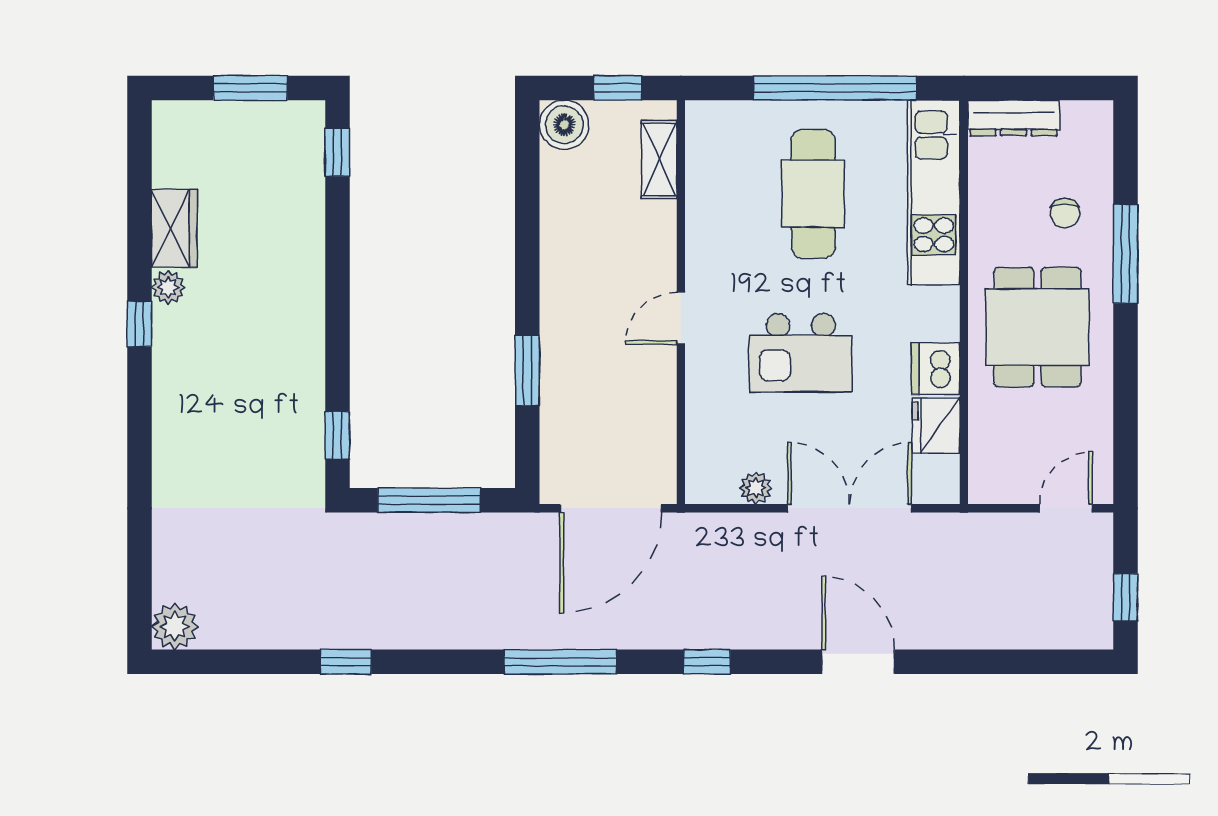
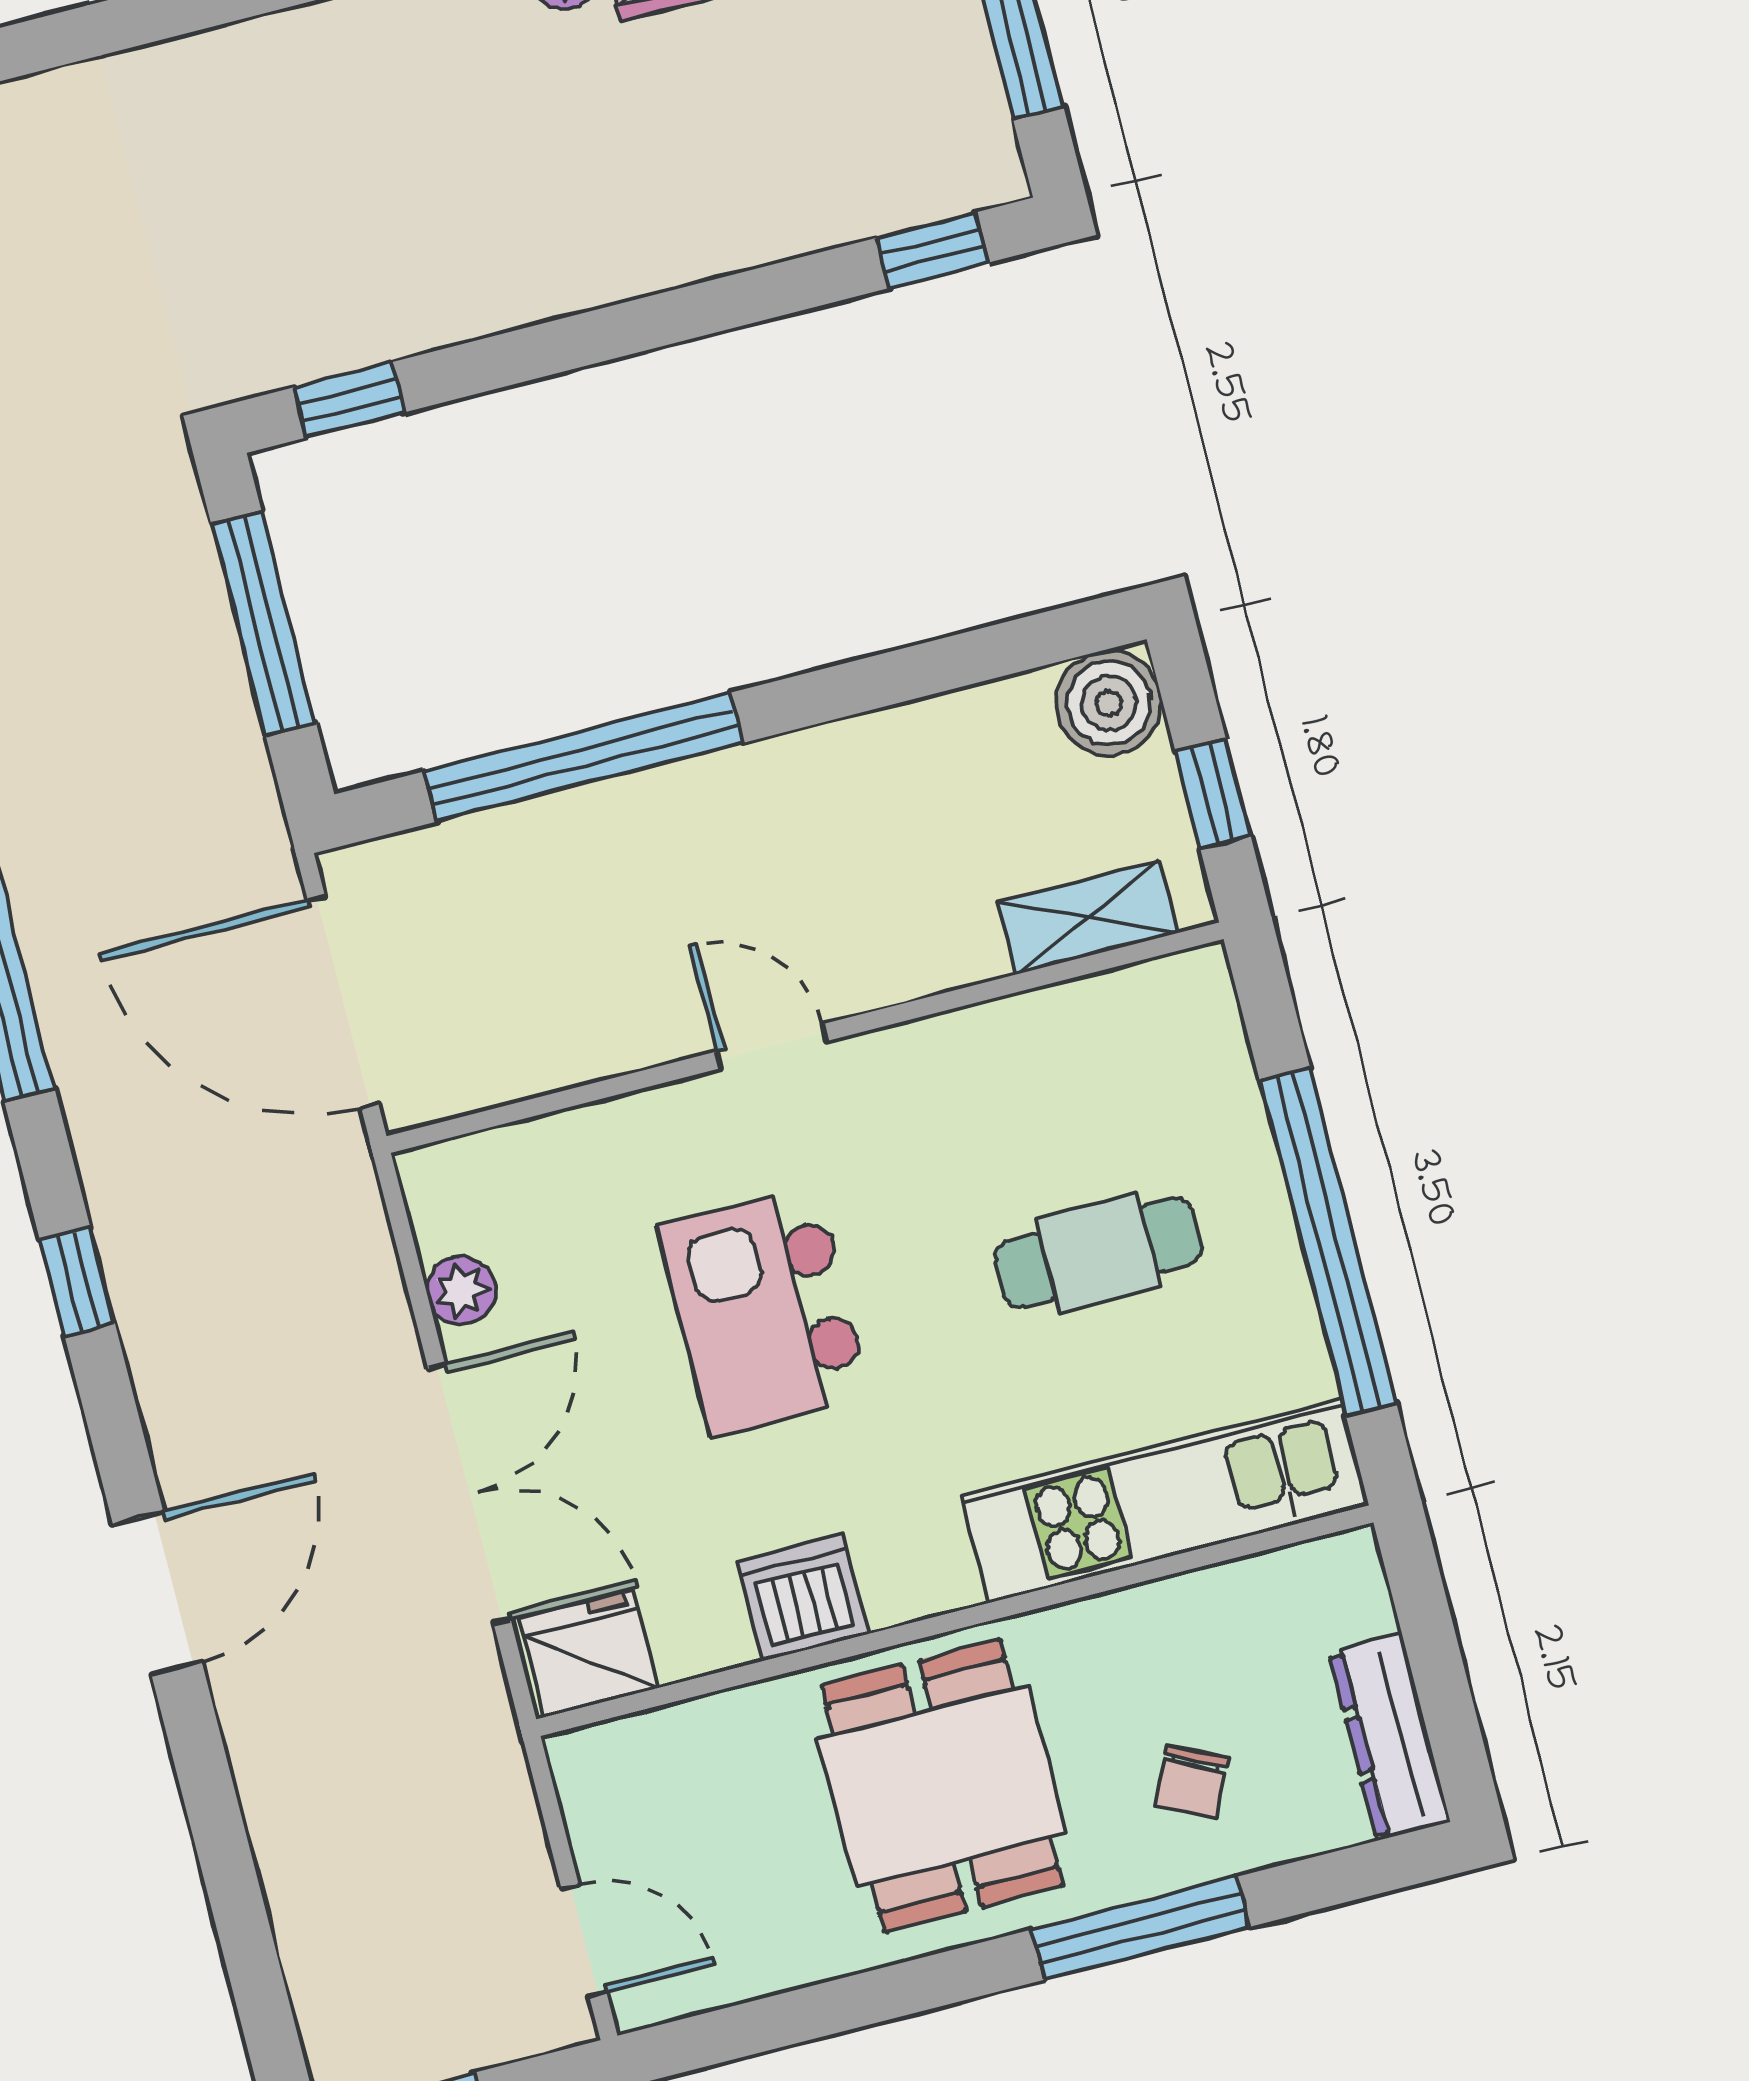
dresser: (1014, 118) -> (1389, 1737), moved
cafe table: (813, 194) -> (1098, 1253), width x0.73, depth x0.74
chair: (1065, 213) -> (1192, 1782), turned -63
dining table: (1037, 327) -> (942, 1786), turned 90
window: (527, 370) -> (583, 757), width x2.11
fridge: (936, 426) -> (588, 1653), moved

